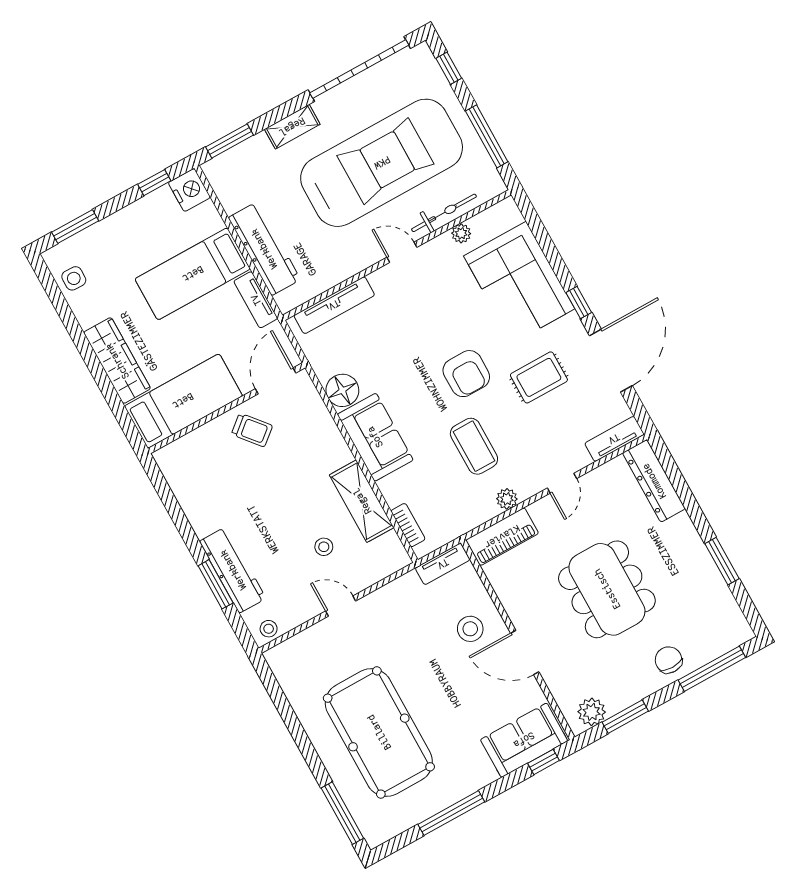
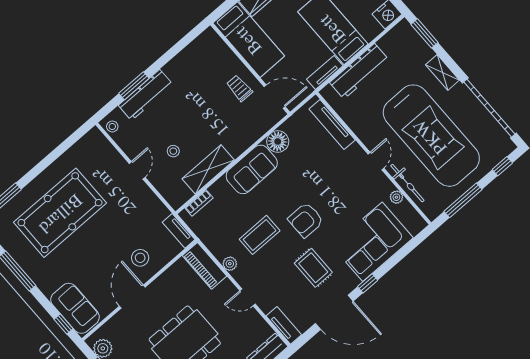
trolley: (252, 430) -> (239, 88), turned 130

